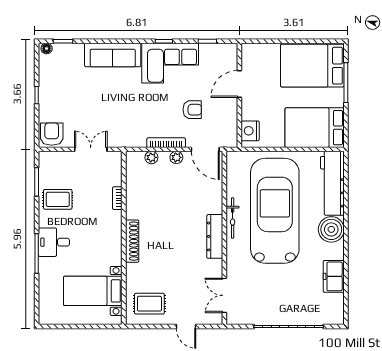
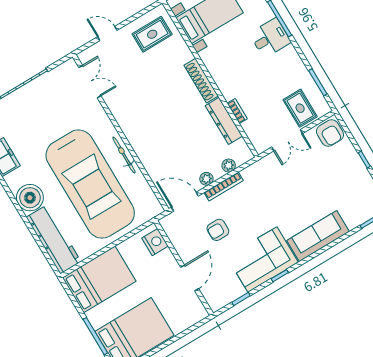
rug: (58, 199) -> (300, 108), moved, turned 90
dresser: (215, 236) -> (224, 121), moved, turned 180

